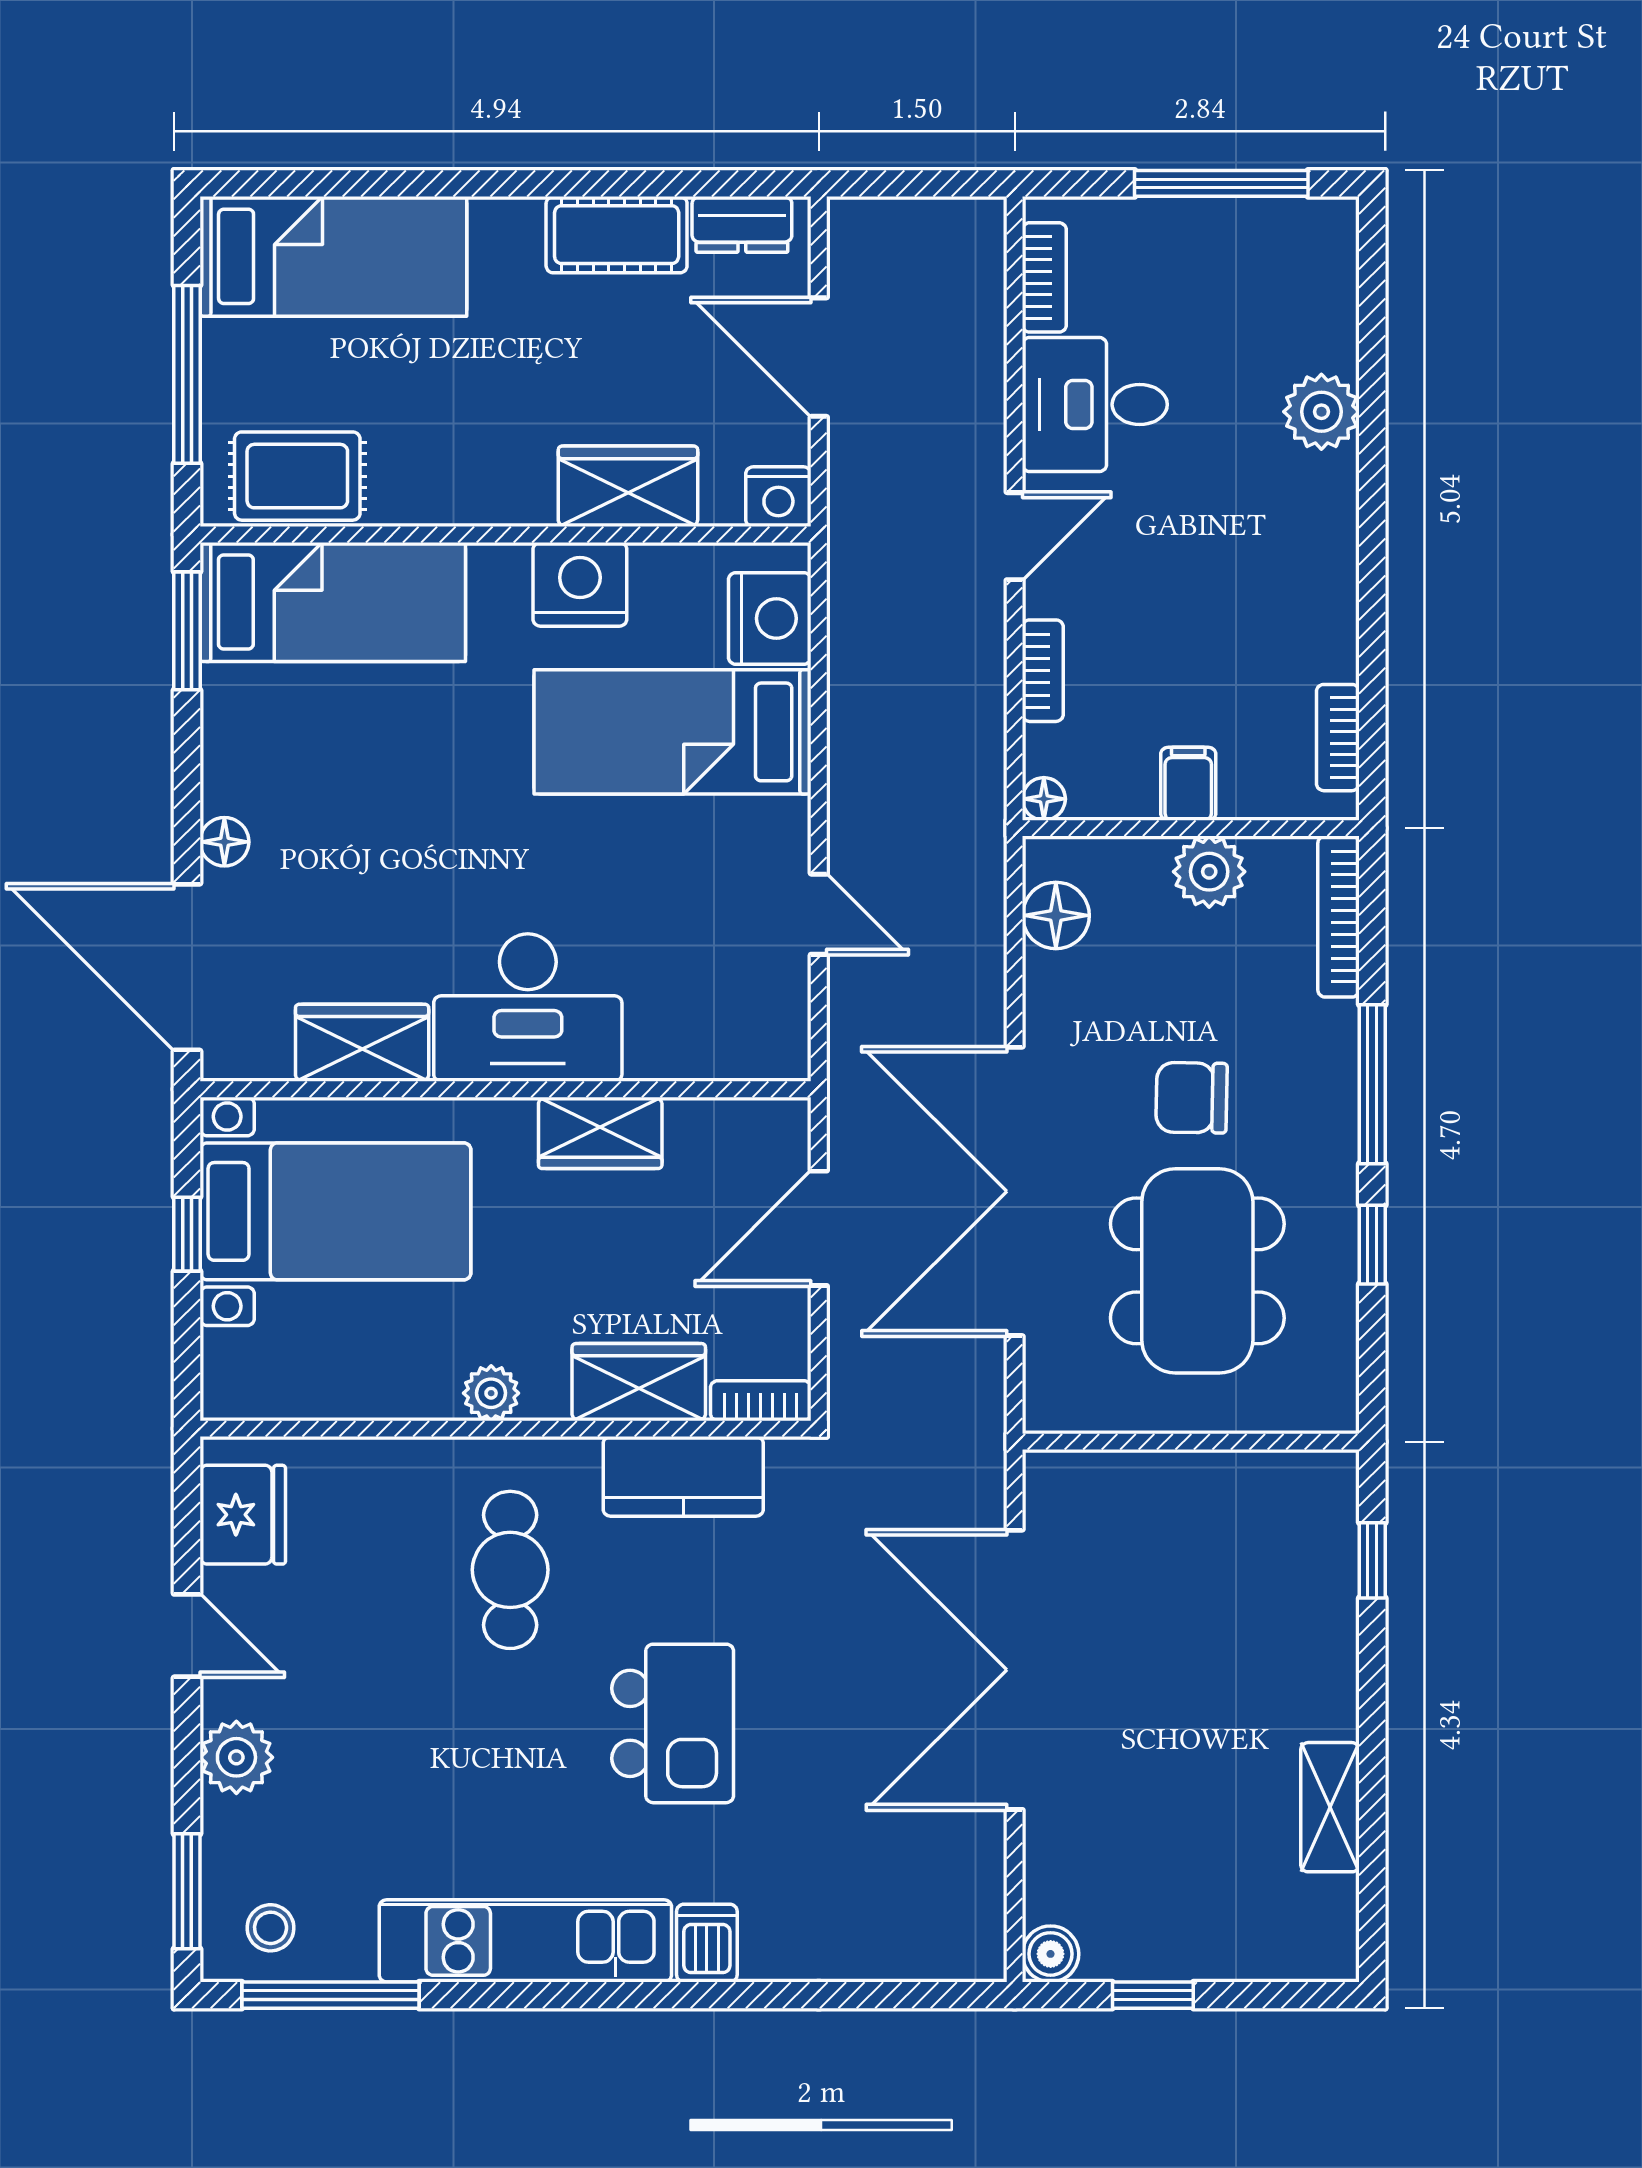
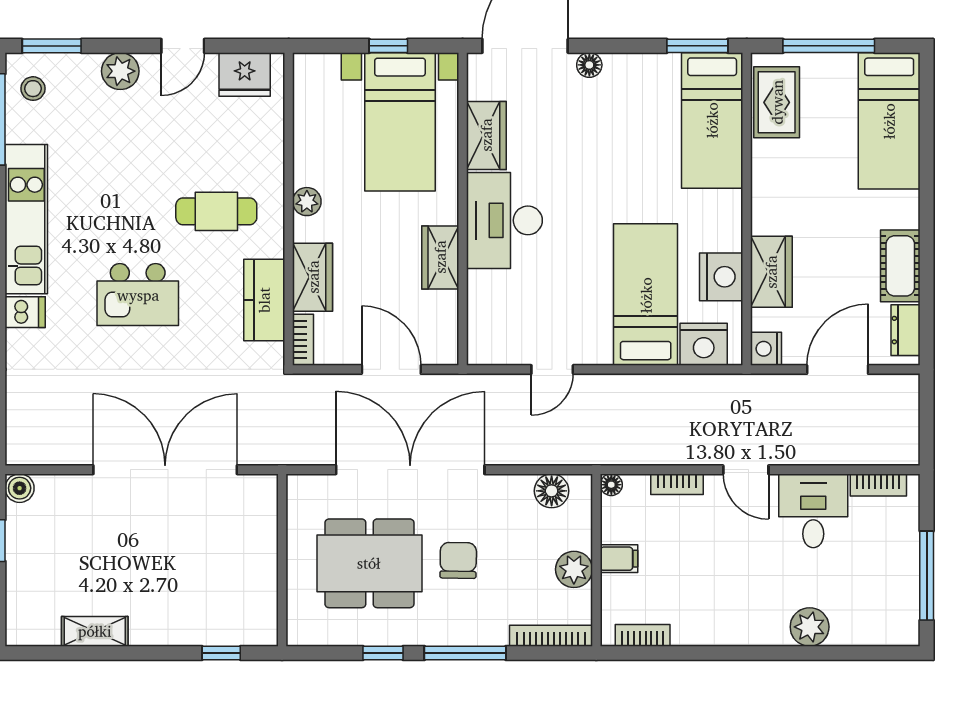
nightstand: (580, 584) -> (721, 277), moved

